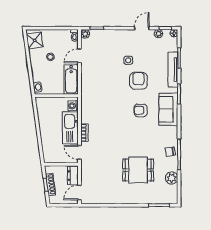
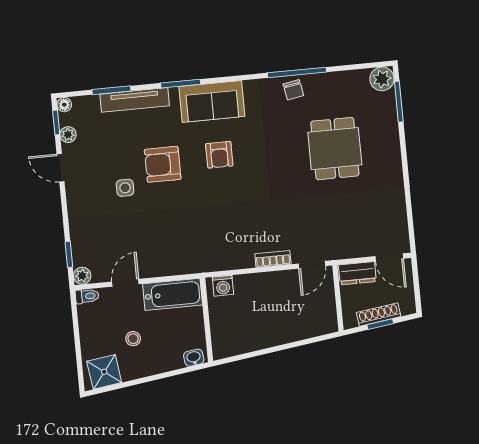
door: (79, 56) -> (125, 283), swing flipped
kitchen sink: (70, 128) -> (266, 287), removed
plant: (172, 178) -> (382, 79), moved

